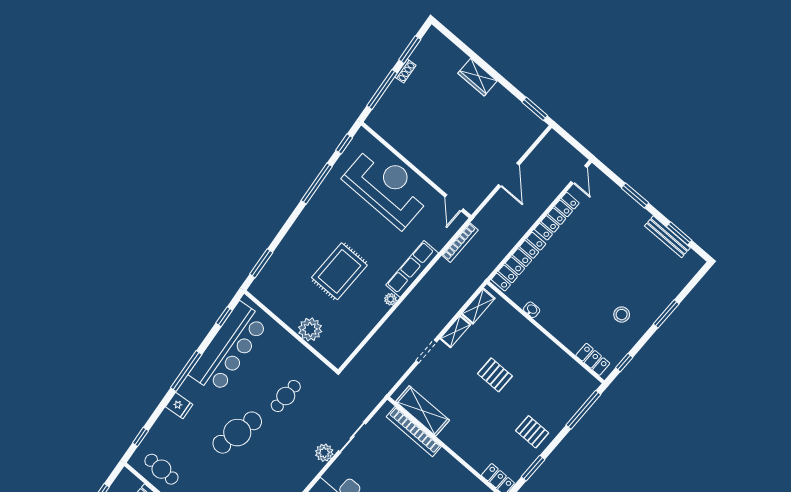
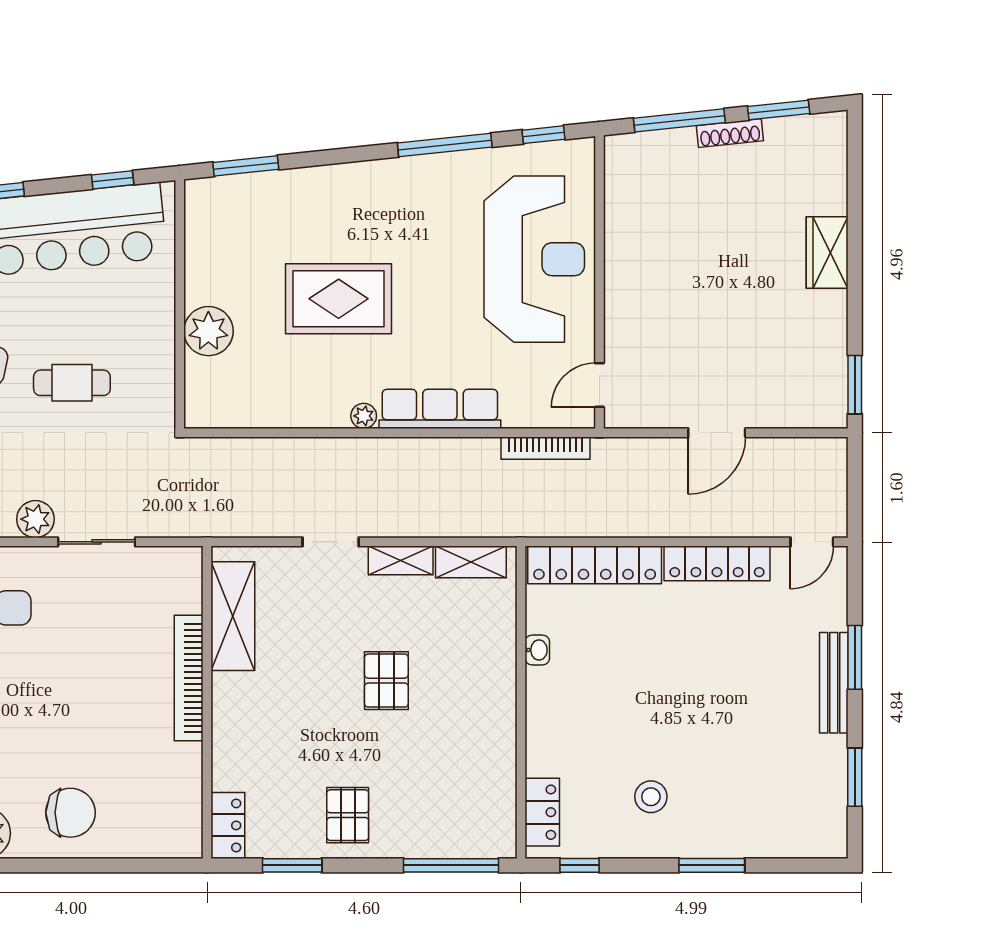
shoe rack: (405, 71) -> (730, 133), width x1.43
bench: (667, 237) -> (834, 683), moved
bookcase: (414, 432) -> (189, 678), moved

